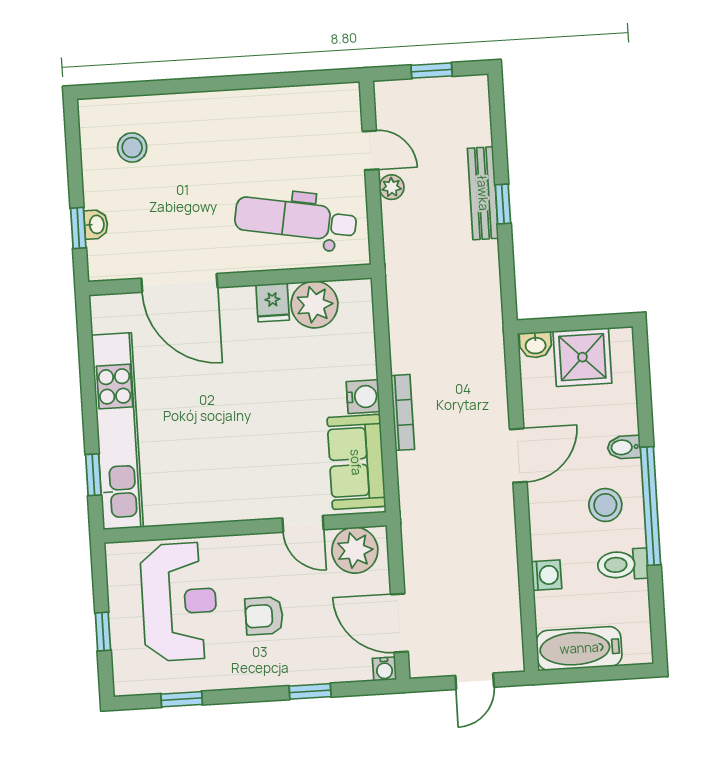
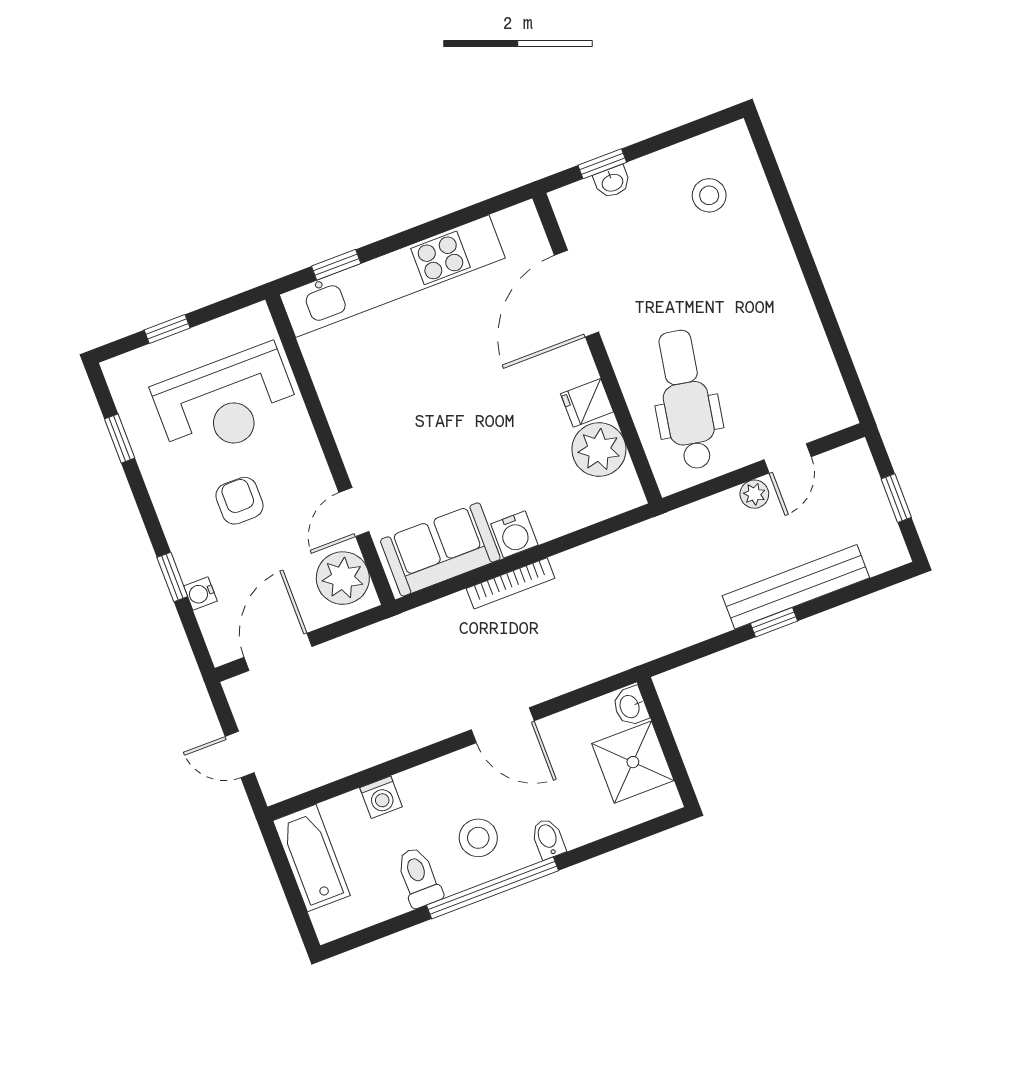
bench: (483, 193) -> (796, 587), width x1.37, depth x1.21
water cooler: (384, 669) -> (200, 593), moved

